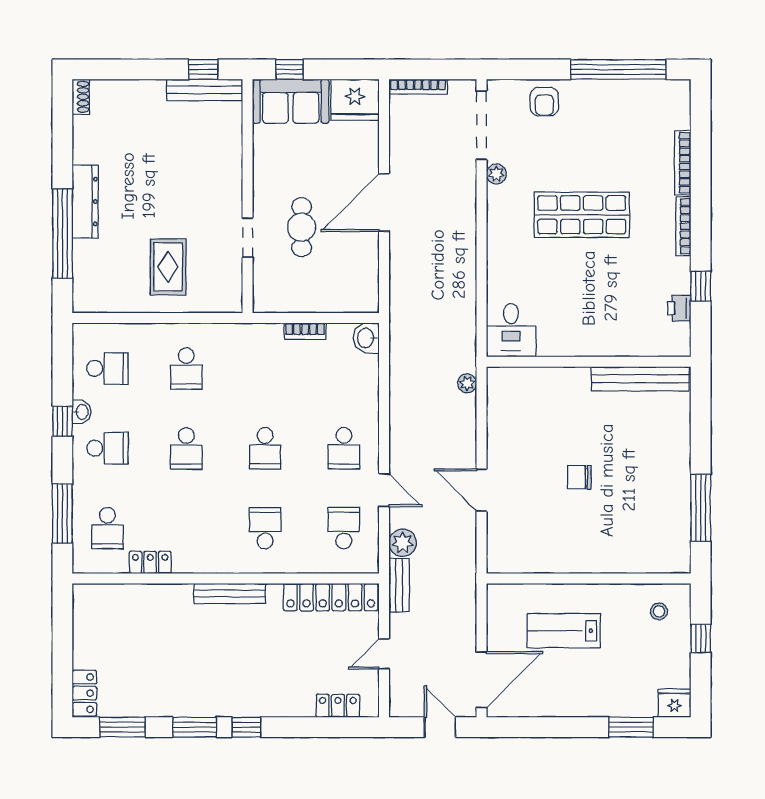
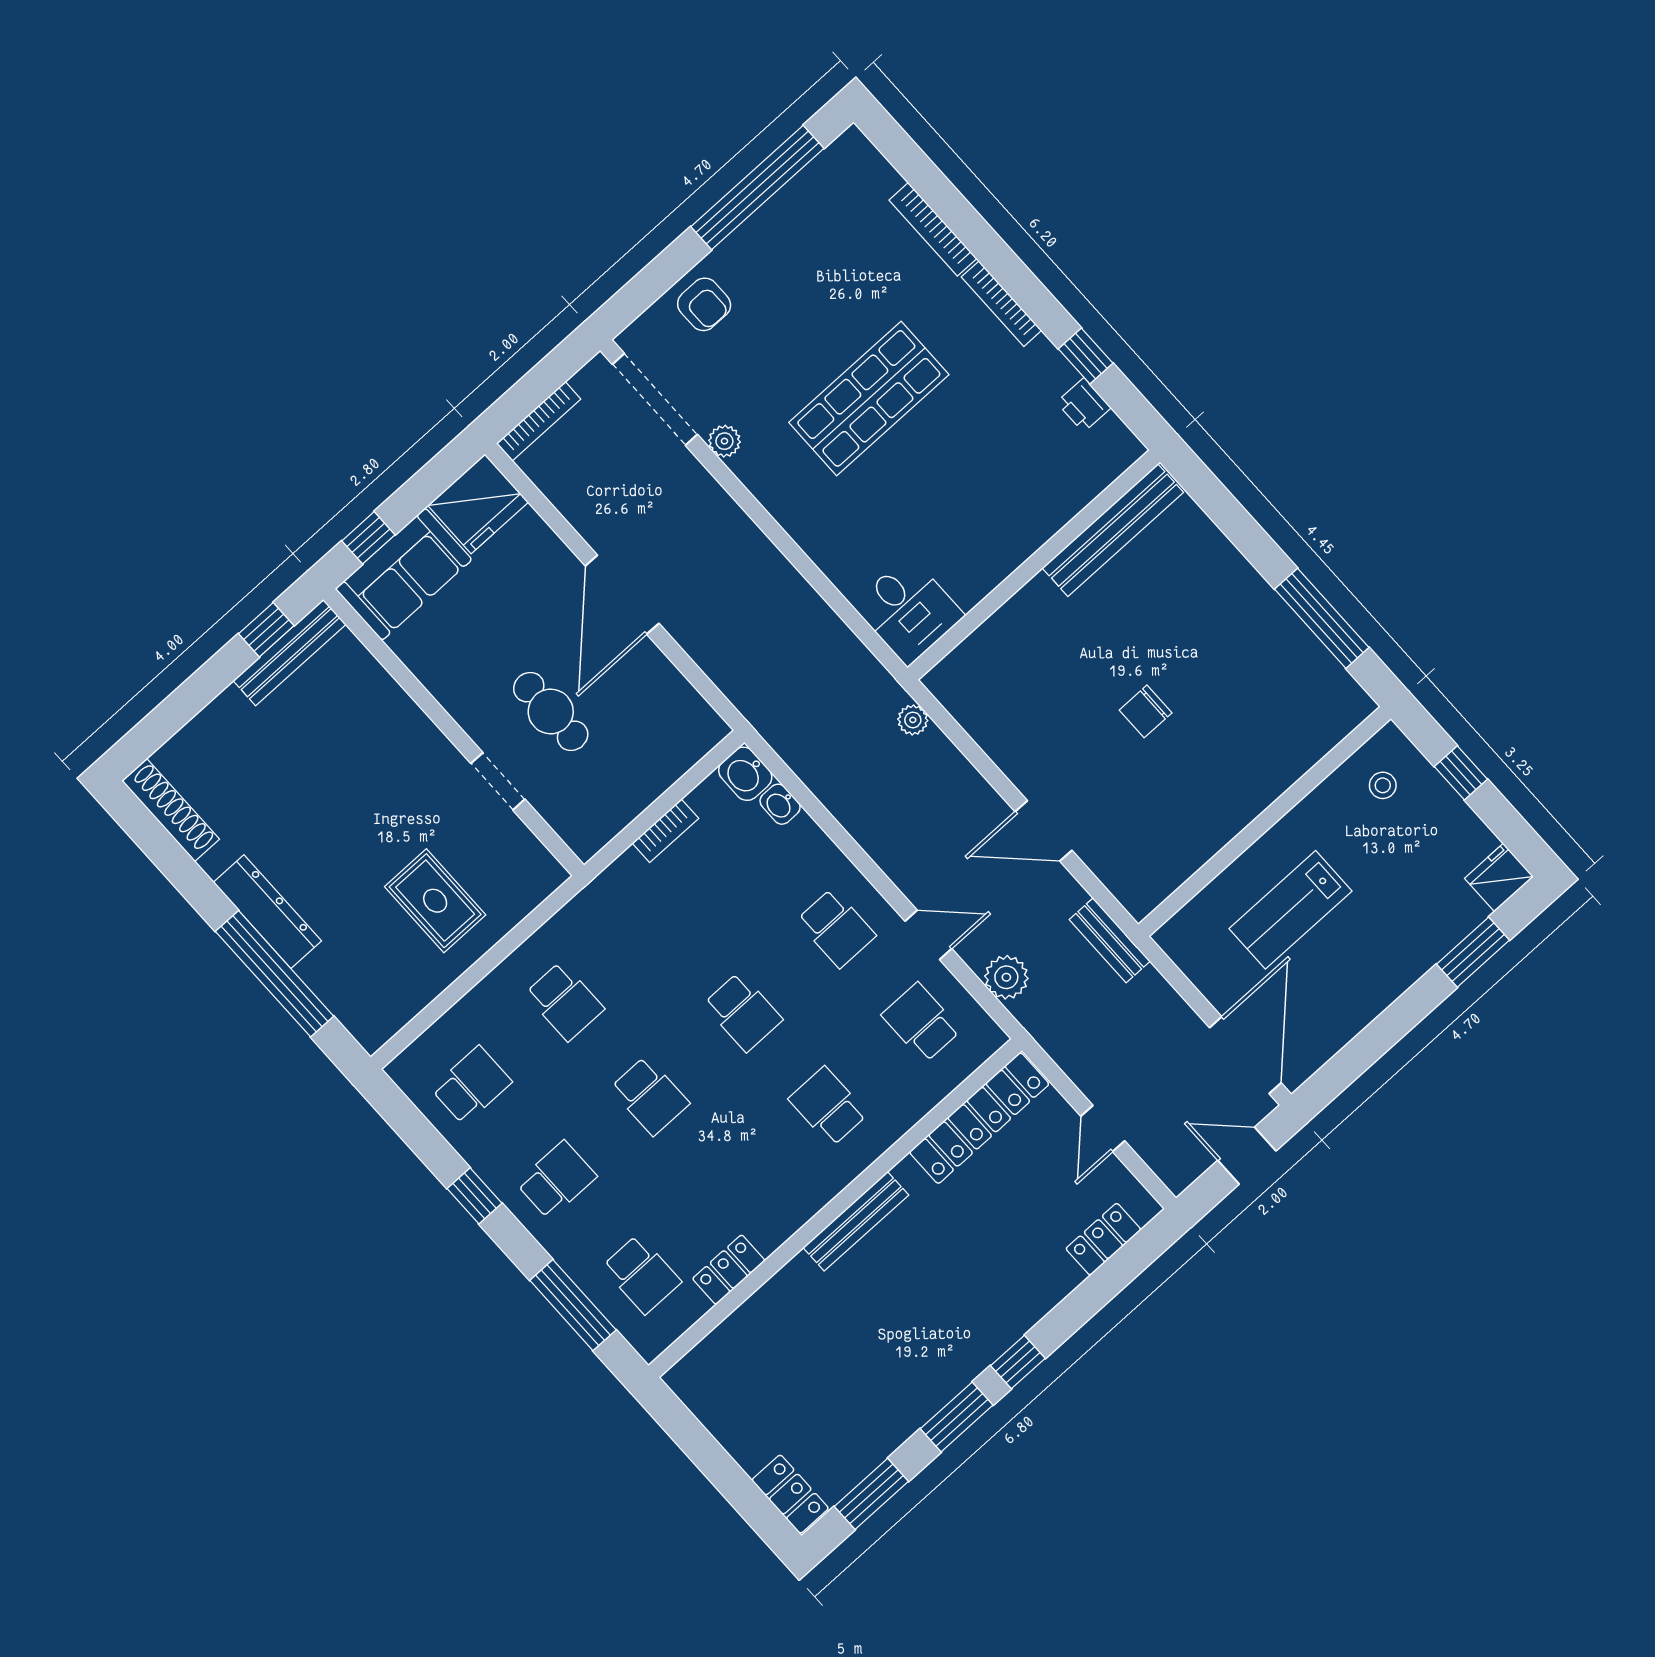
shoe rack: (81, 97) -> (171, 810), width x1.94, depth x1.24
washbasin: (82, 412) -> (780, 804), moved, turned 180
bench: (399, 585) -> (1110, 940), moved

